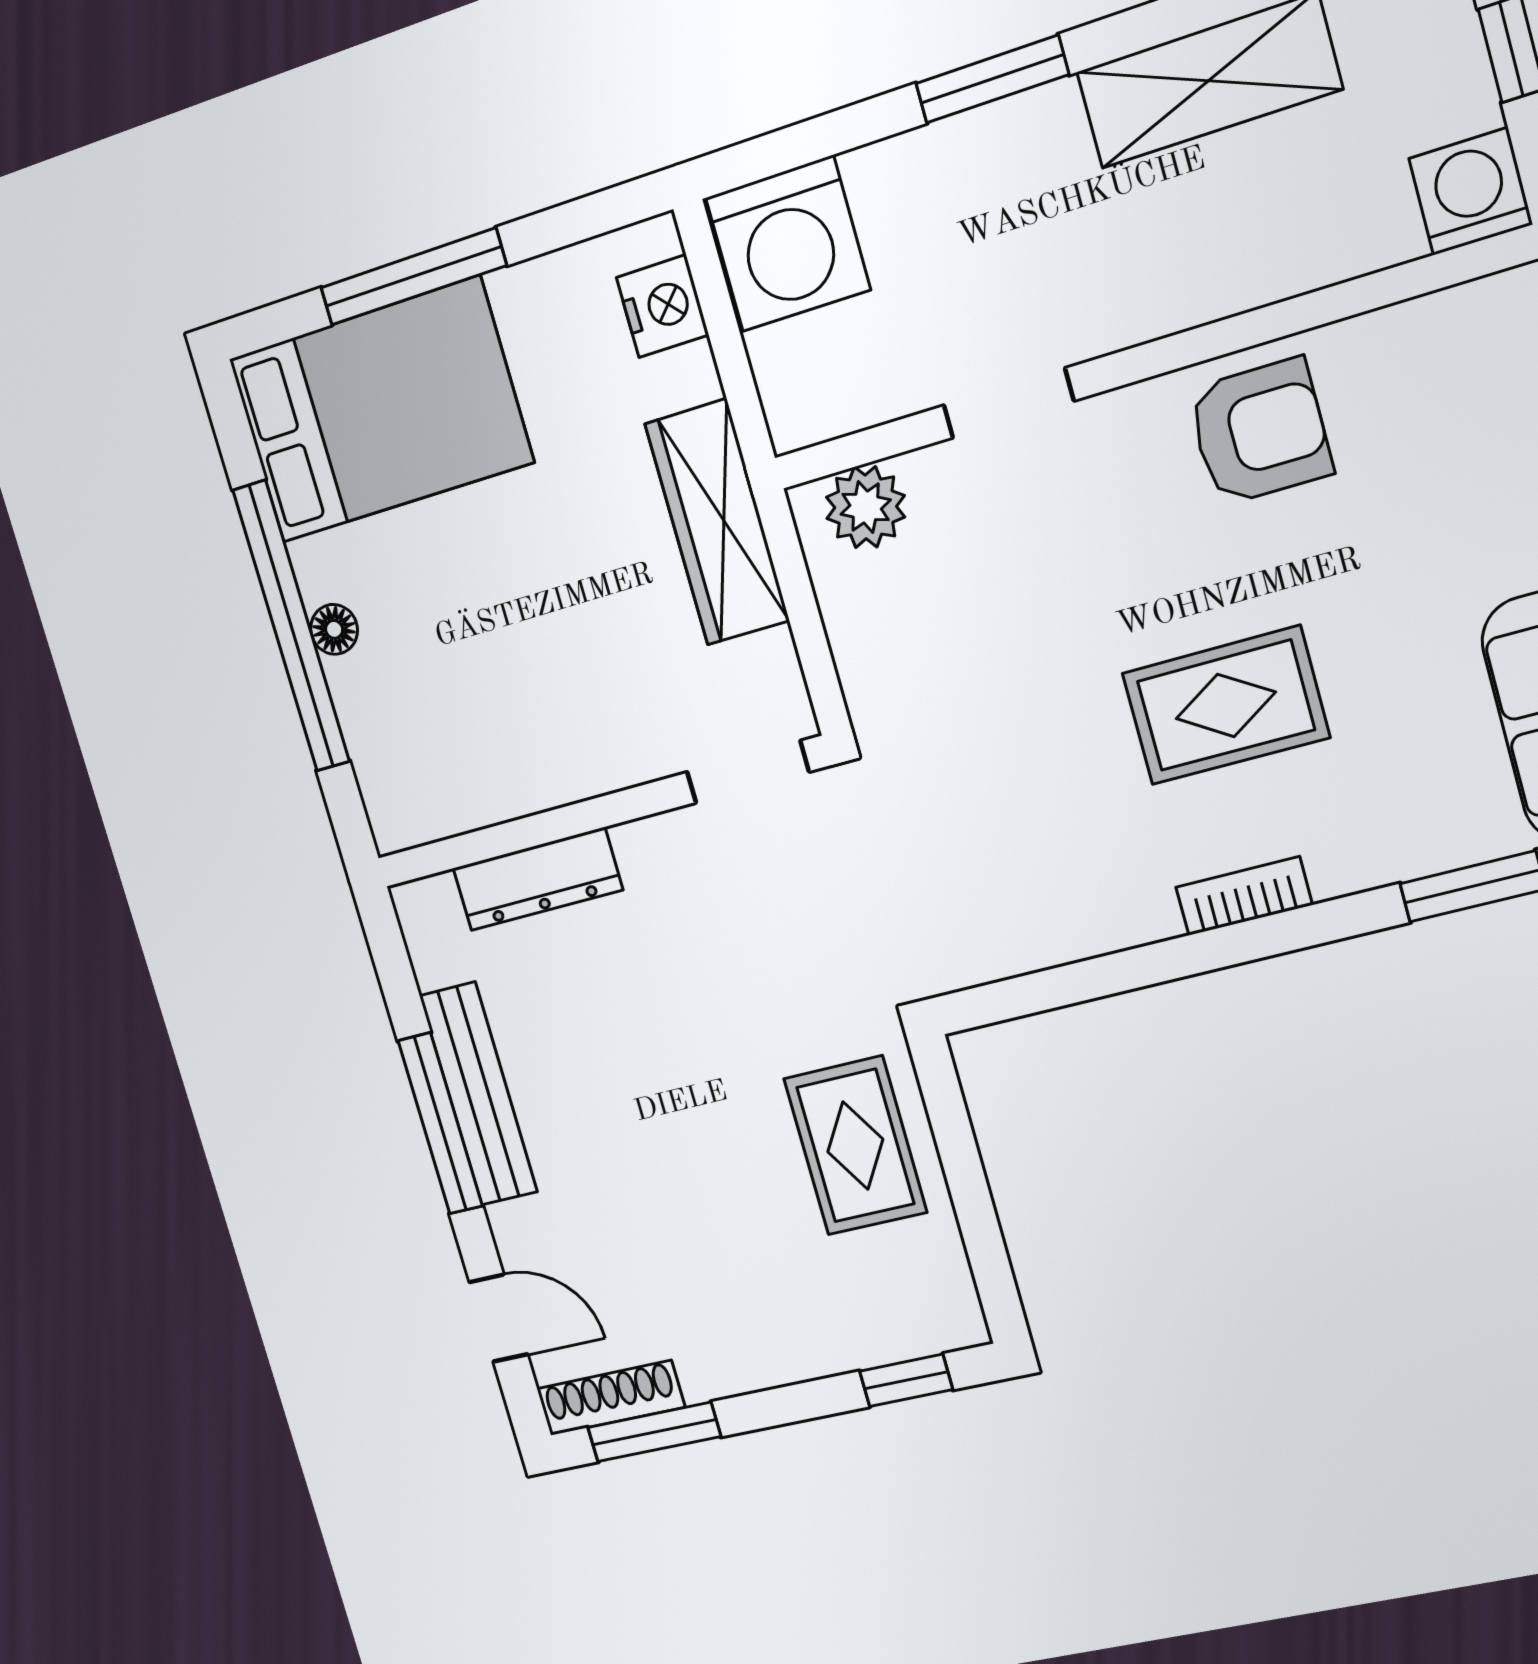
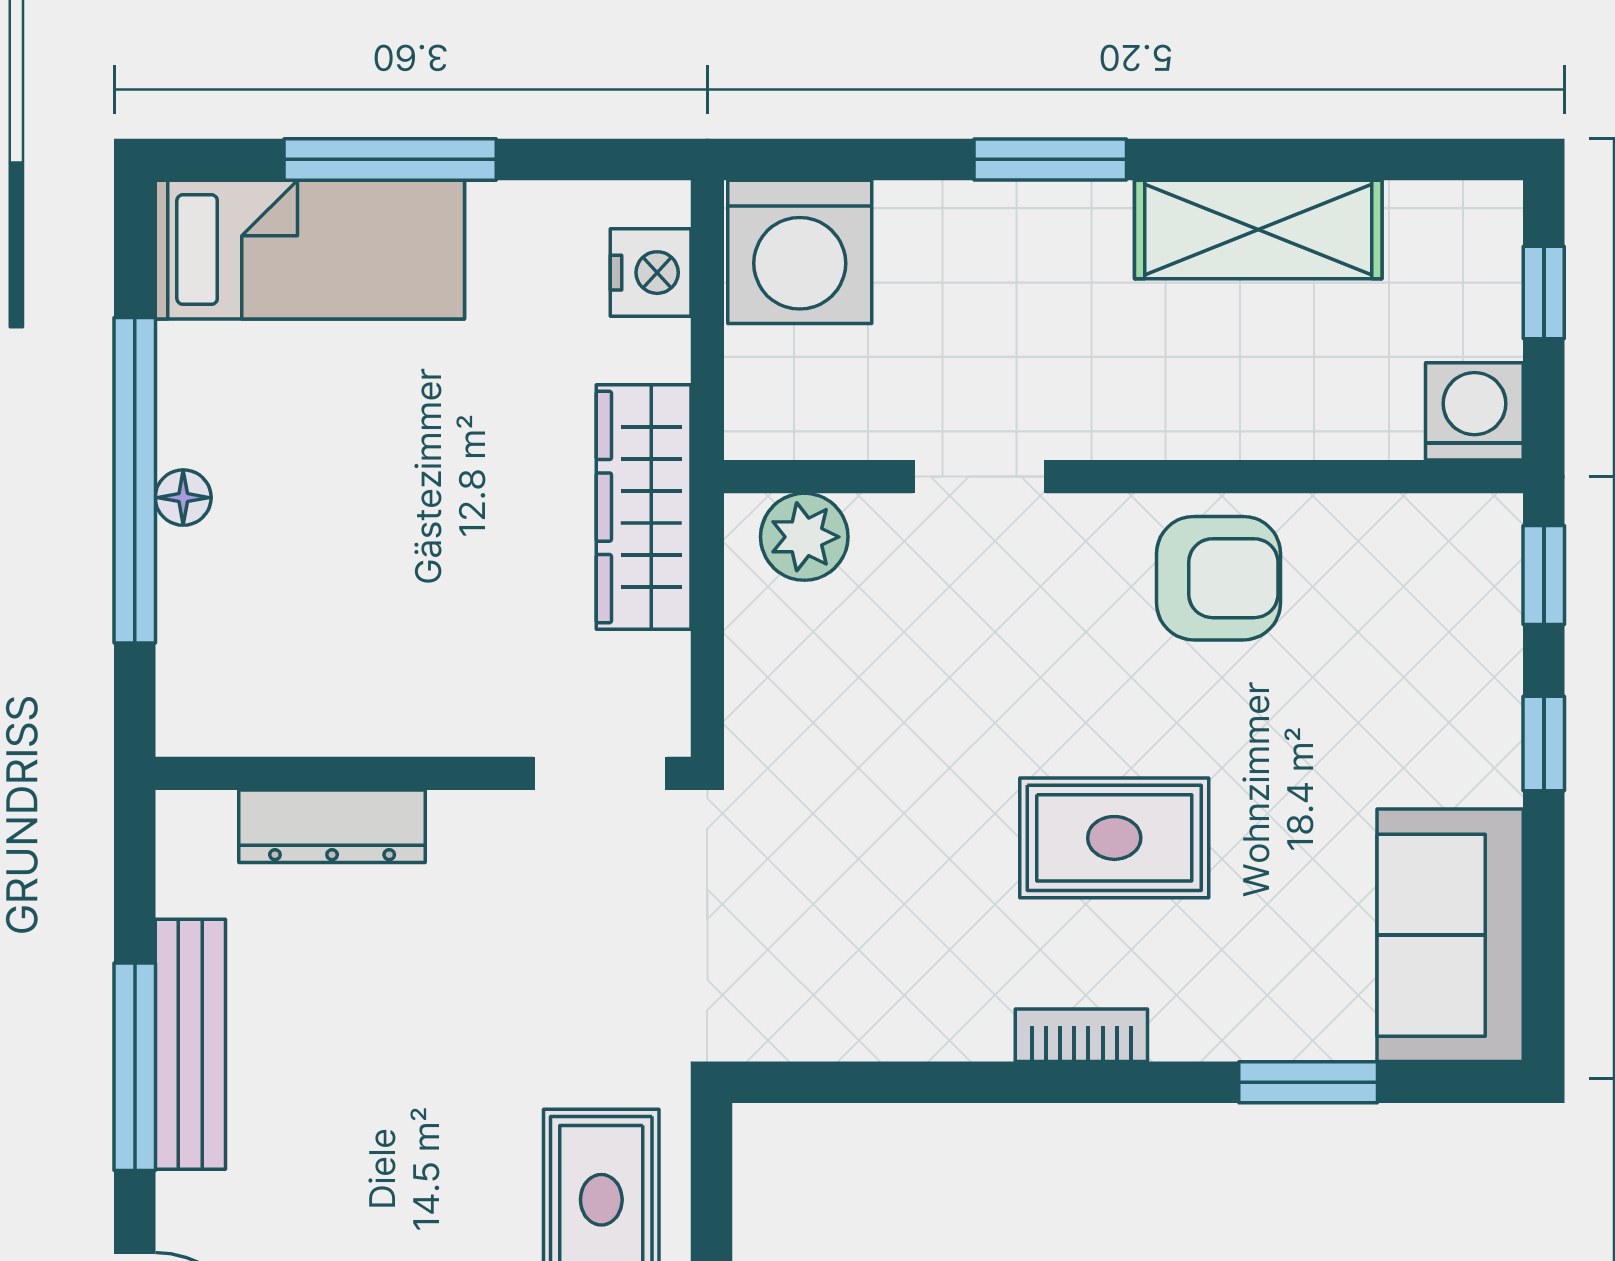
bed: (380, 410) -> (310, 250), width x0.67

